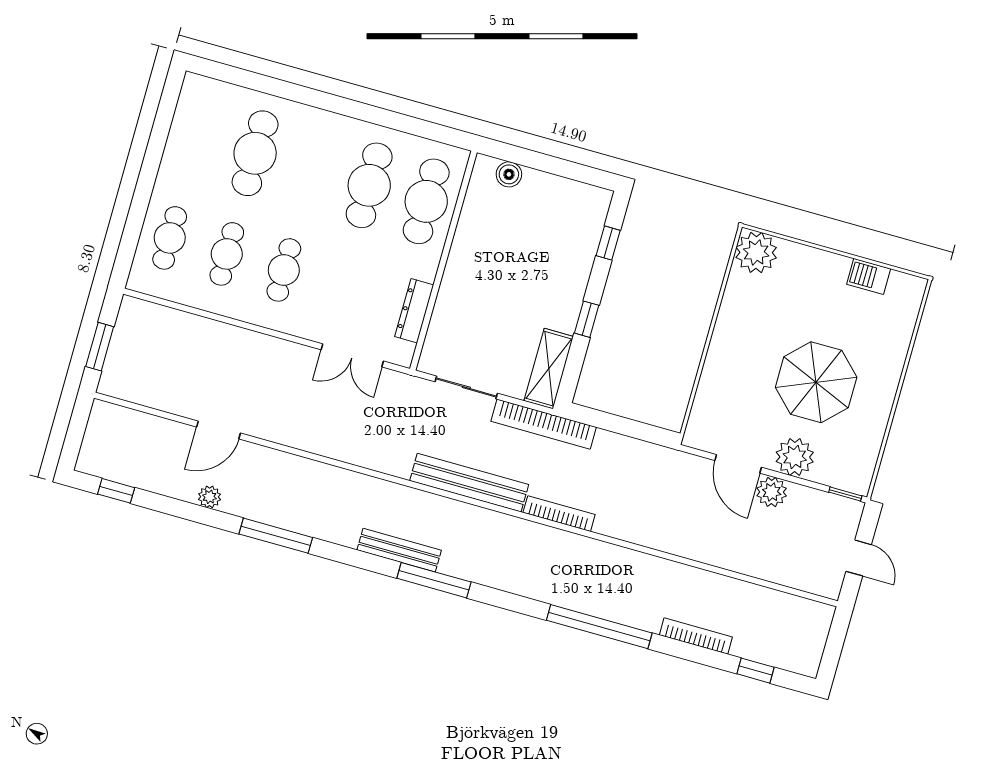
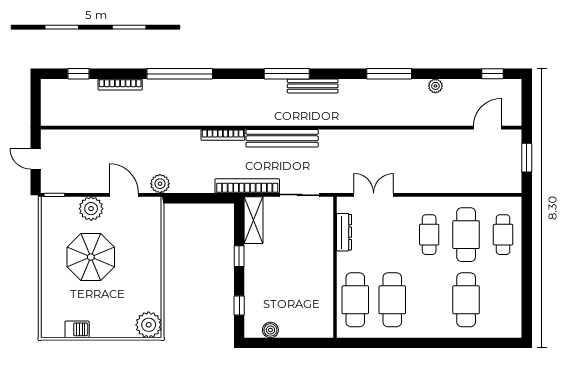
boiler: (509, 174) -> (270, 330), moved
cafe table: (227, 254) -> (466, 235), width x1.37, depth x1.35
door: (219, 430) -> (487, 128), moved
plant: (772, 492) -> (160, 184), moved

